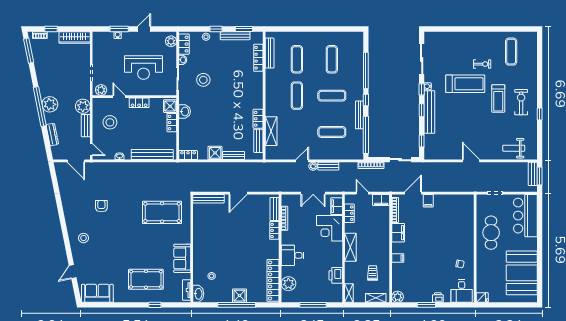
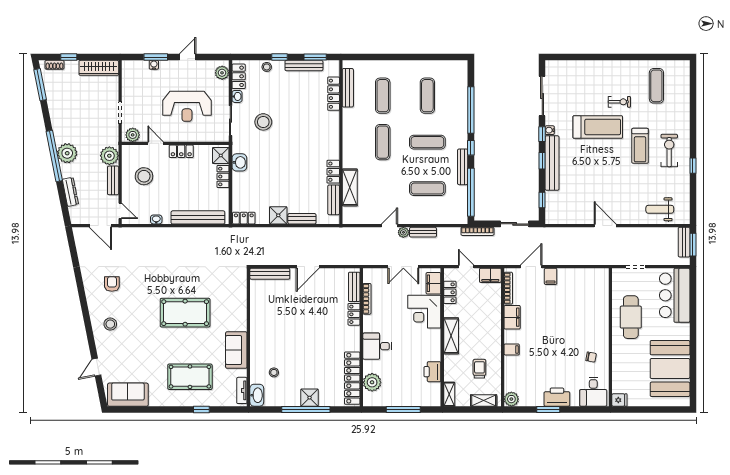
armchair: (101, 206) -> (112, 284), moved
pool table: (162, 212) -> (185, 313), moved
printer: (438, 298) -> (557, 397), width x1.87, depth x1.48

